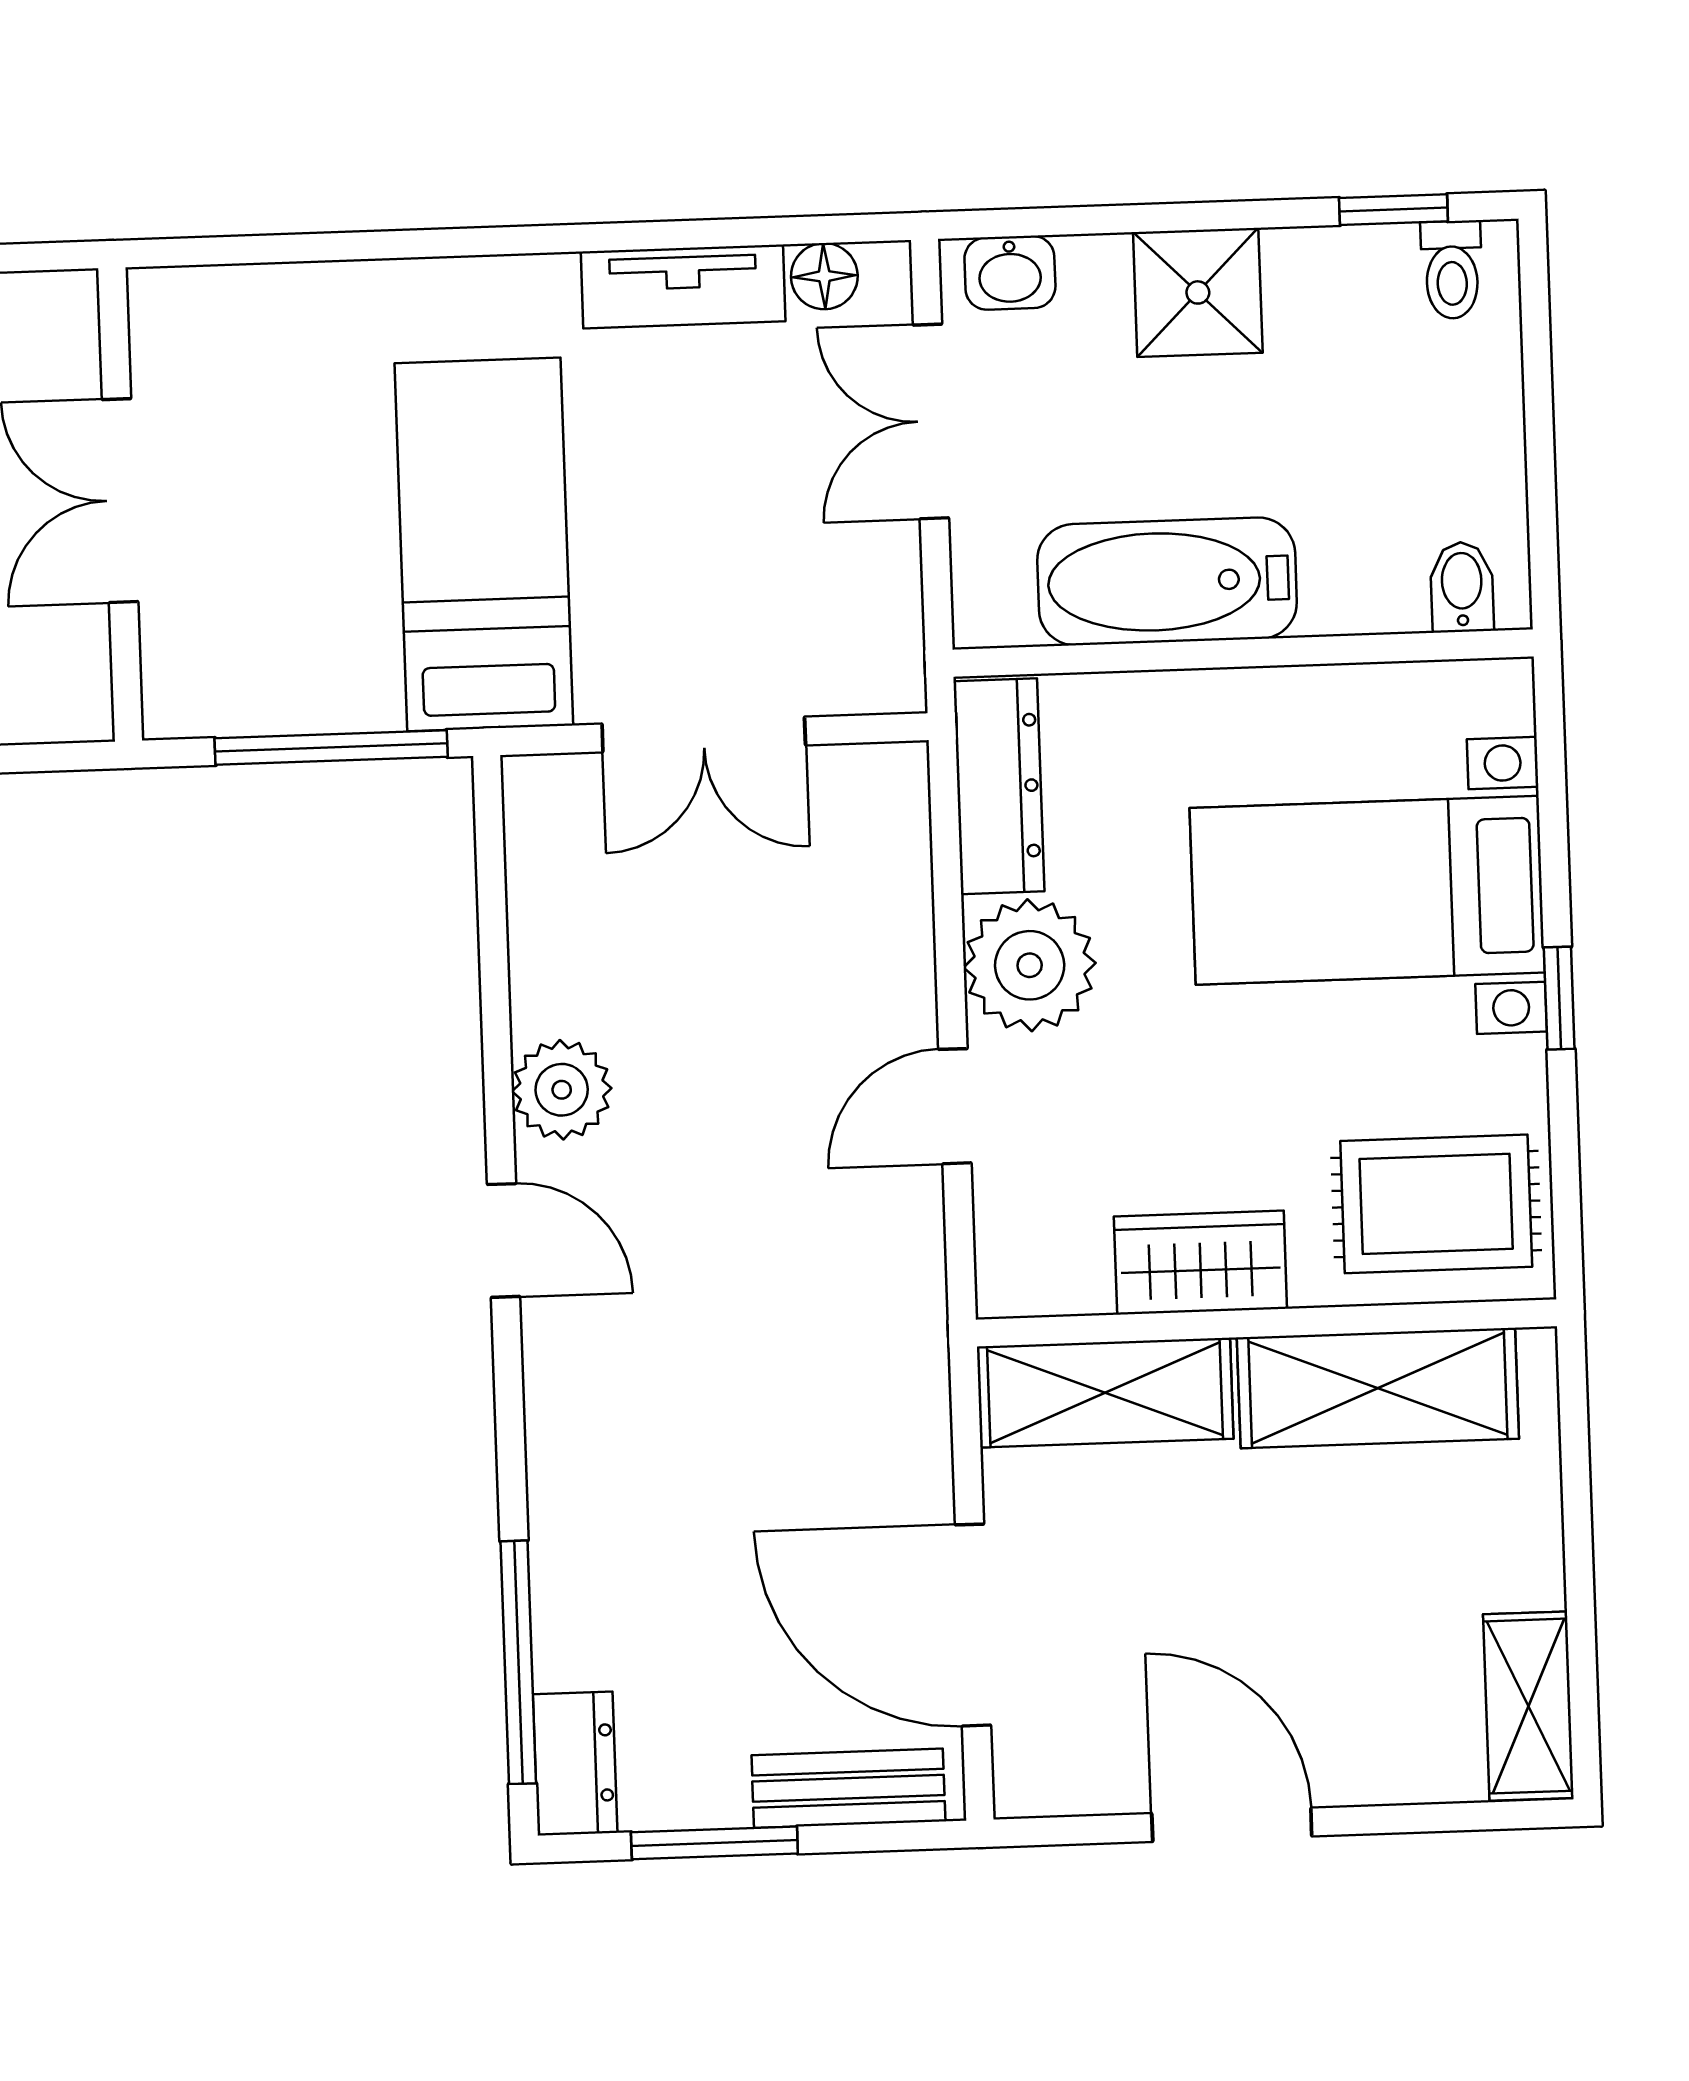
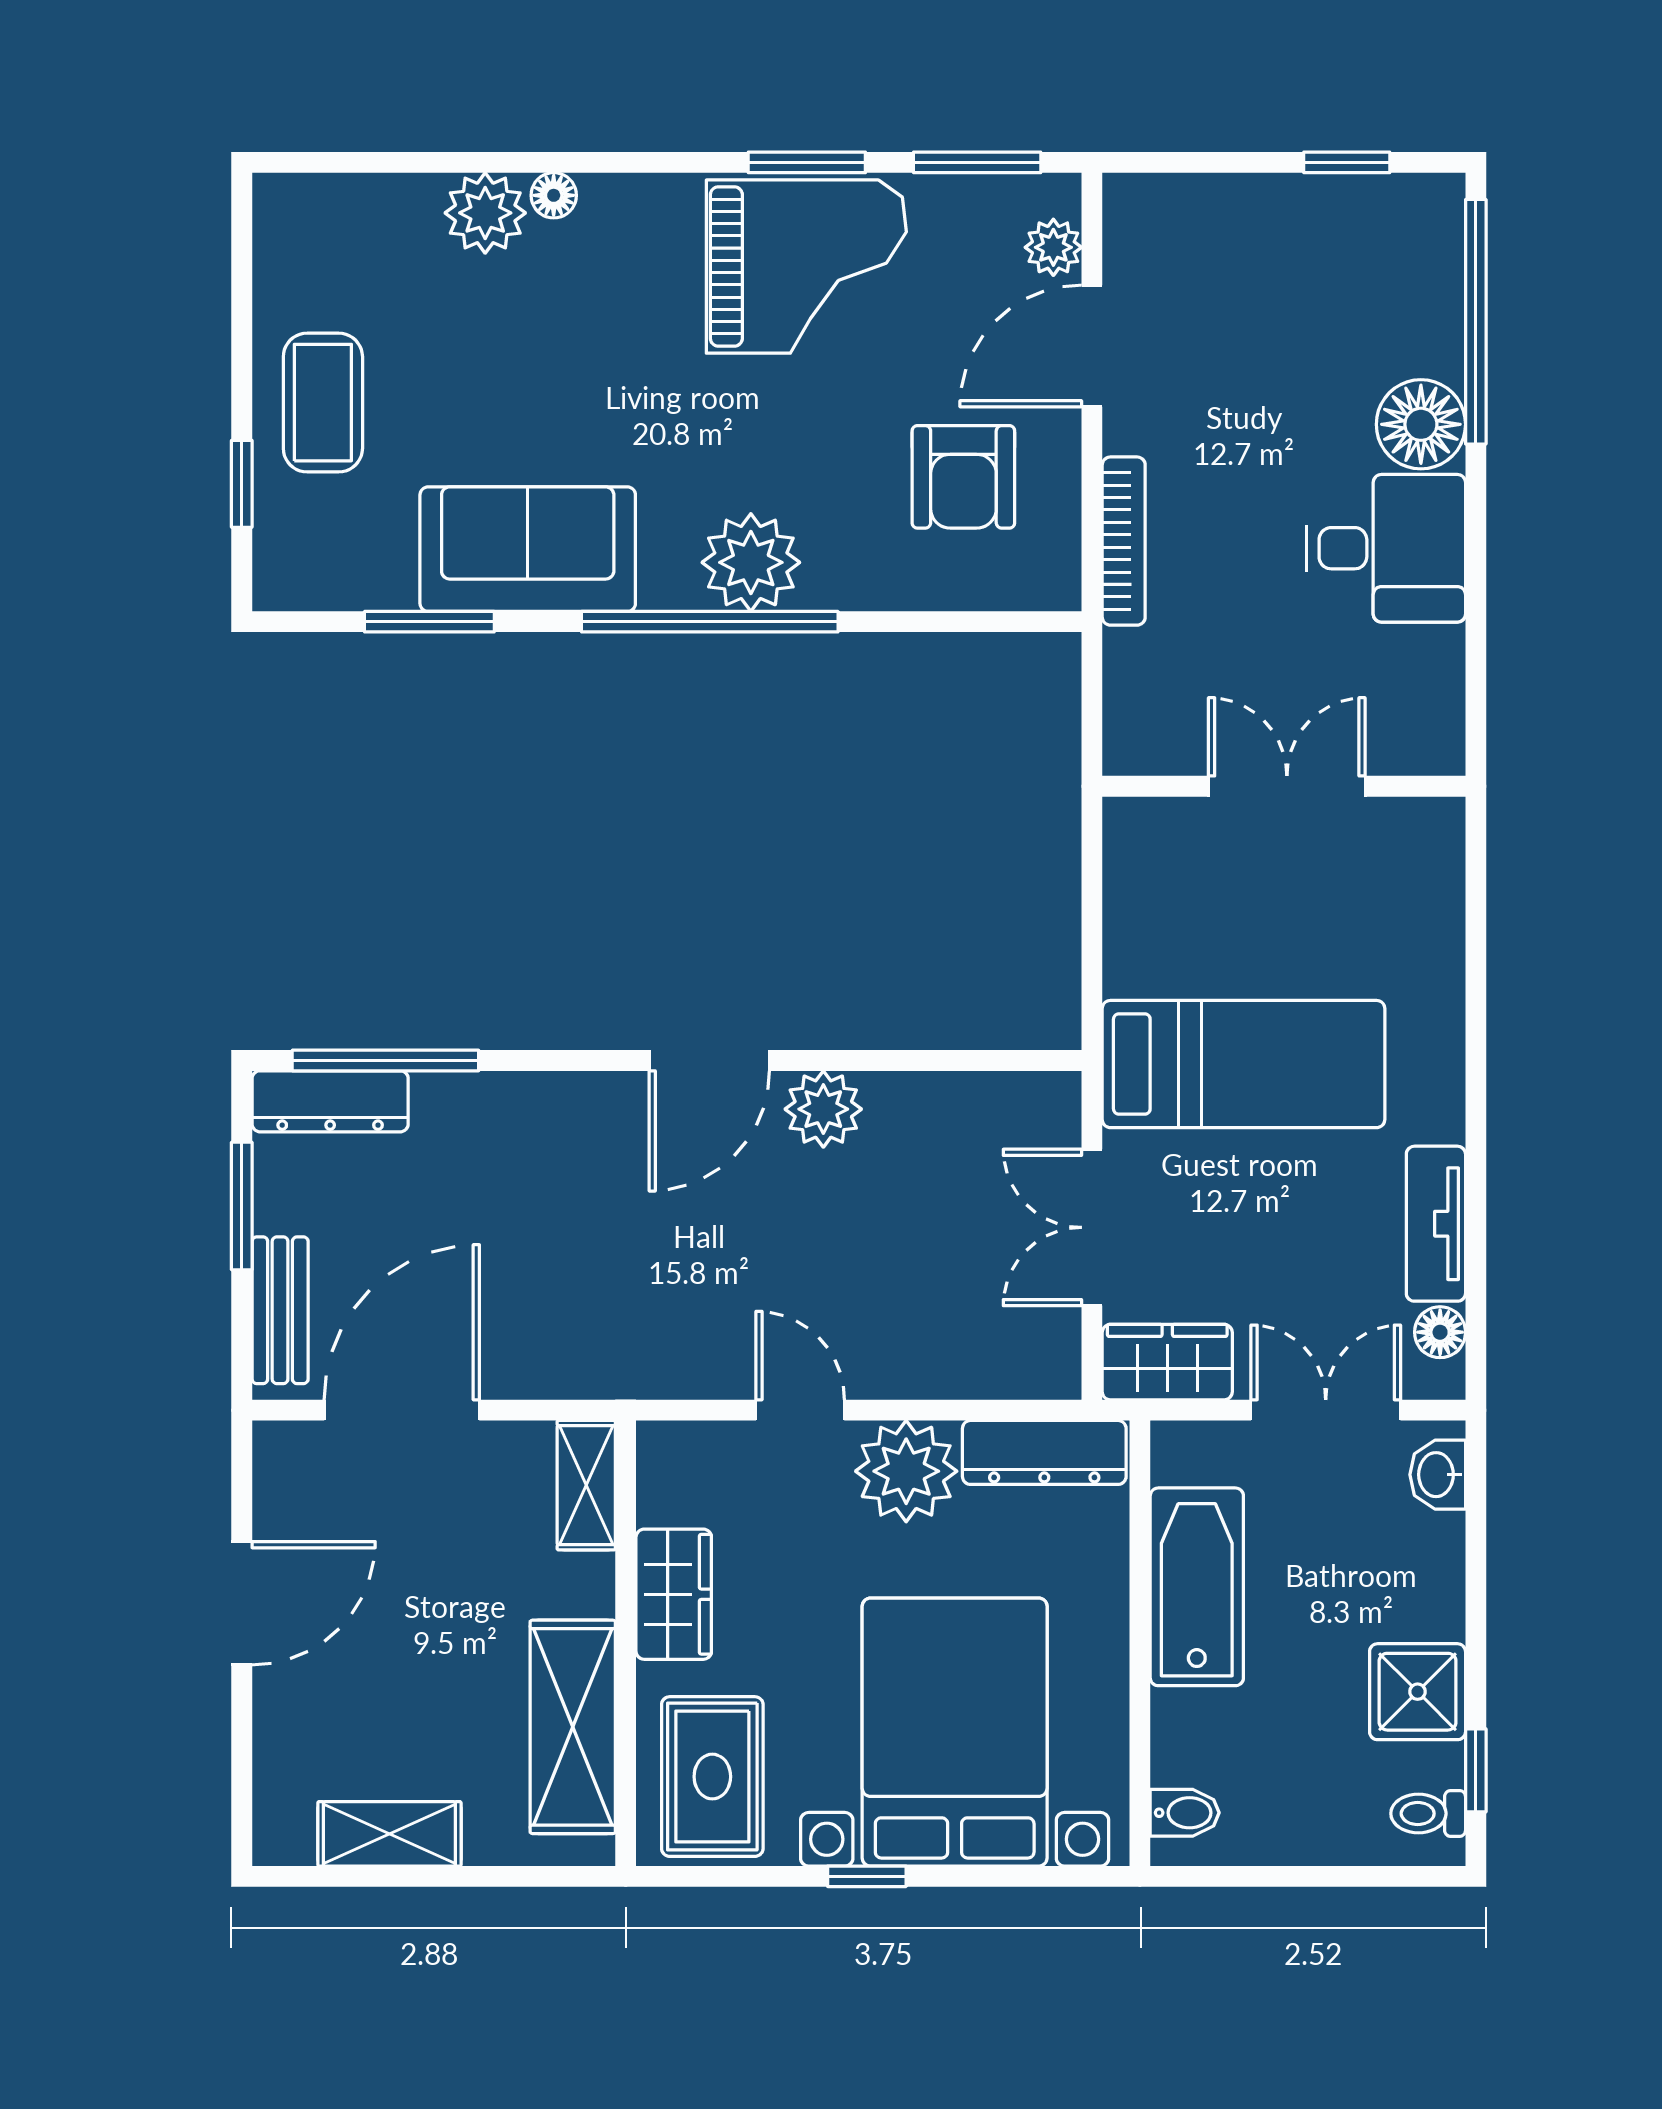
shower: (1198, 292) -> (1418, 1692), moved
wardrobe: (876, 630) -> (1167, 1362), added
window: (331, 747) -> (1092, 941), removed
bed with nightstands: (1367, 890) -> (955, 1732), width x1.36
door: (504, 1240) -> (709, 1060), width x1.38
shelving: (1105, 1393) -> (586, 1485), width x0.67, depth x0.75
shelving: (1528, 1706) -> (389, 1834), moved
dresser: (575, 1763) -> (330, 1101), width x1.44

